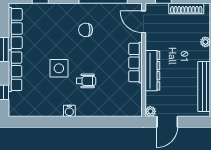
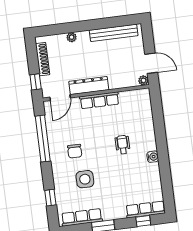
side table: (59, 68) -> (85, 179), moved
row of seats: (15, 71) -> (145, 209), moved
dresser: (152, 71) -> (89, 86), moved

